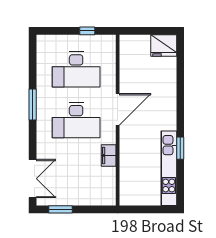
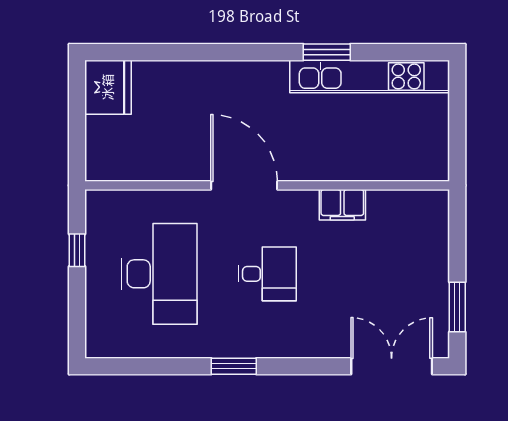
window: (33, 105) -> (234, 366), width x0.69
desk: (76, 120) -> (267, 274), width x0.53, depth x0.77

